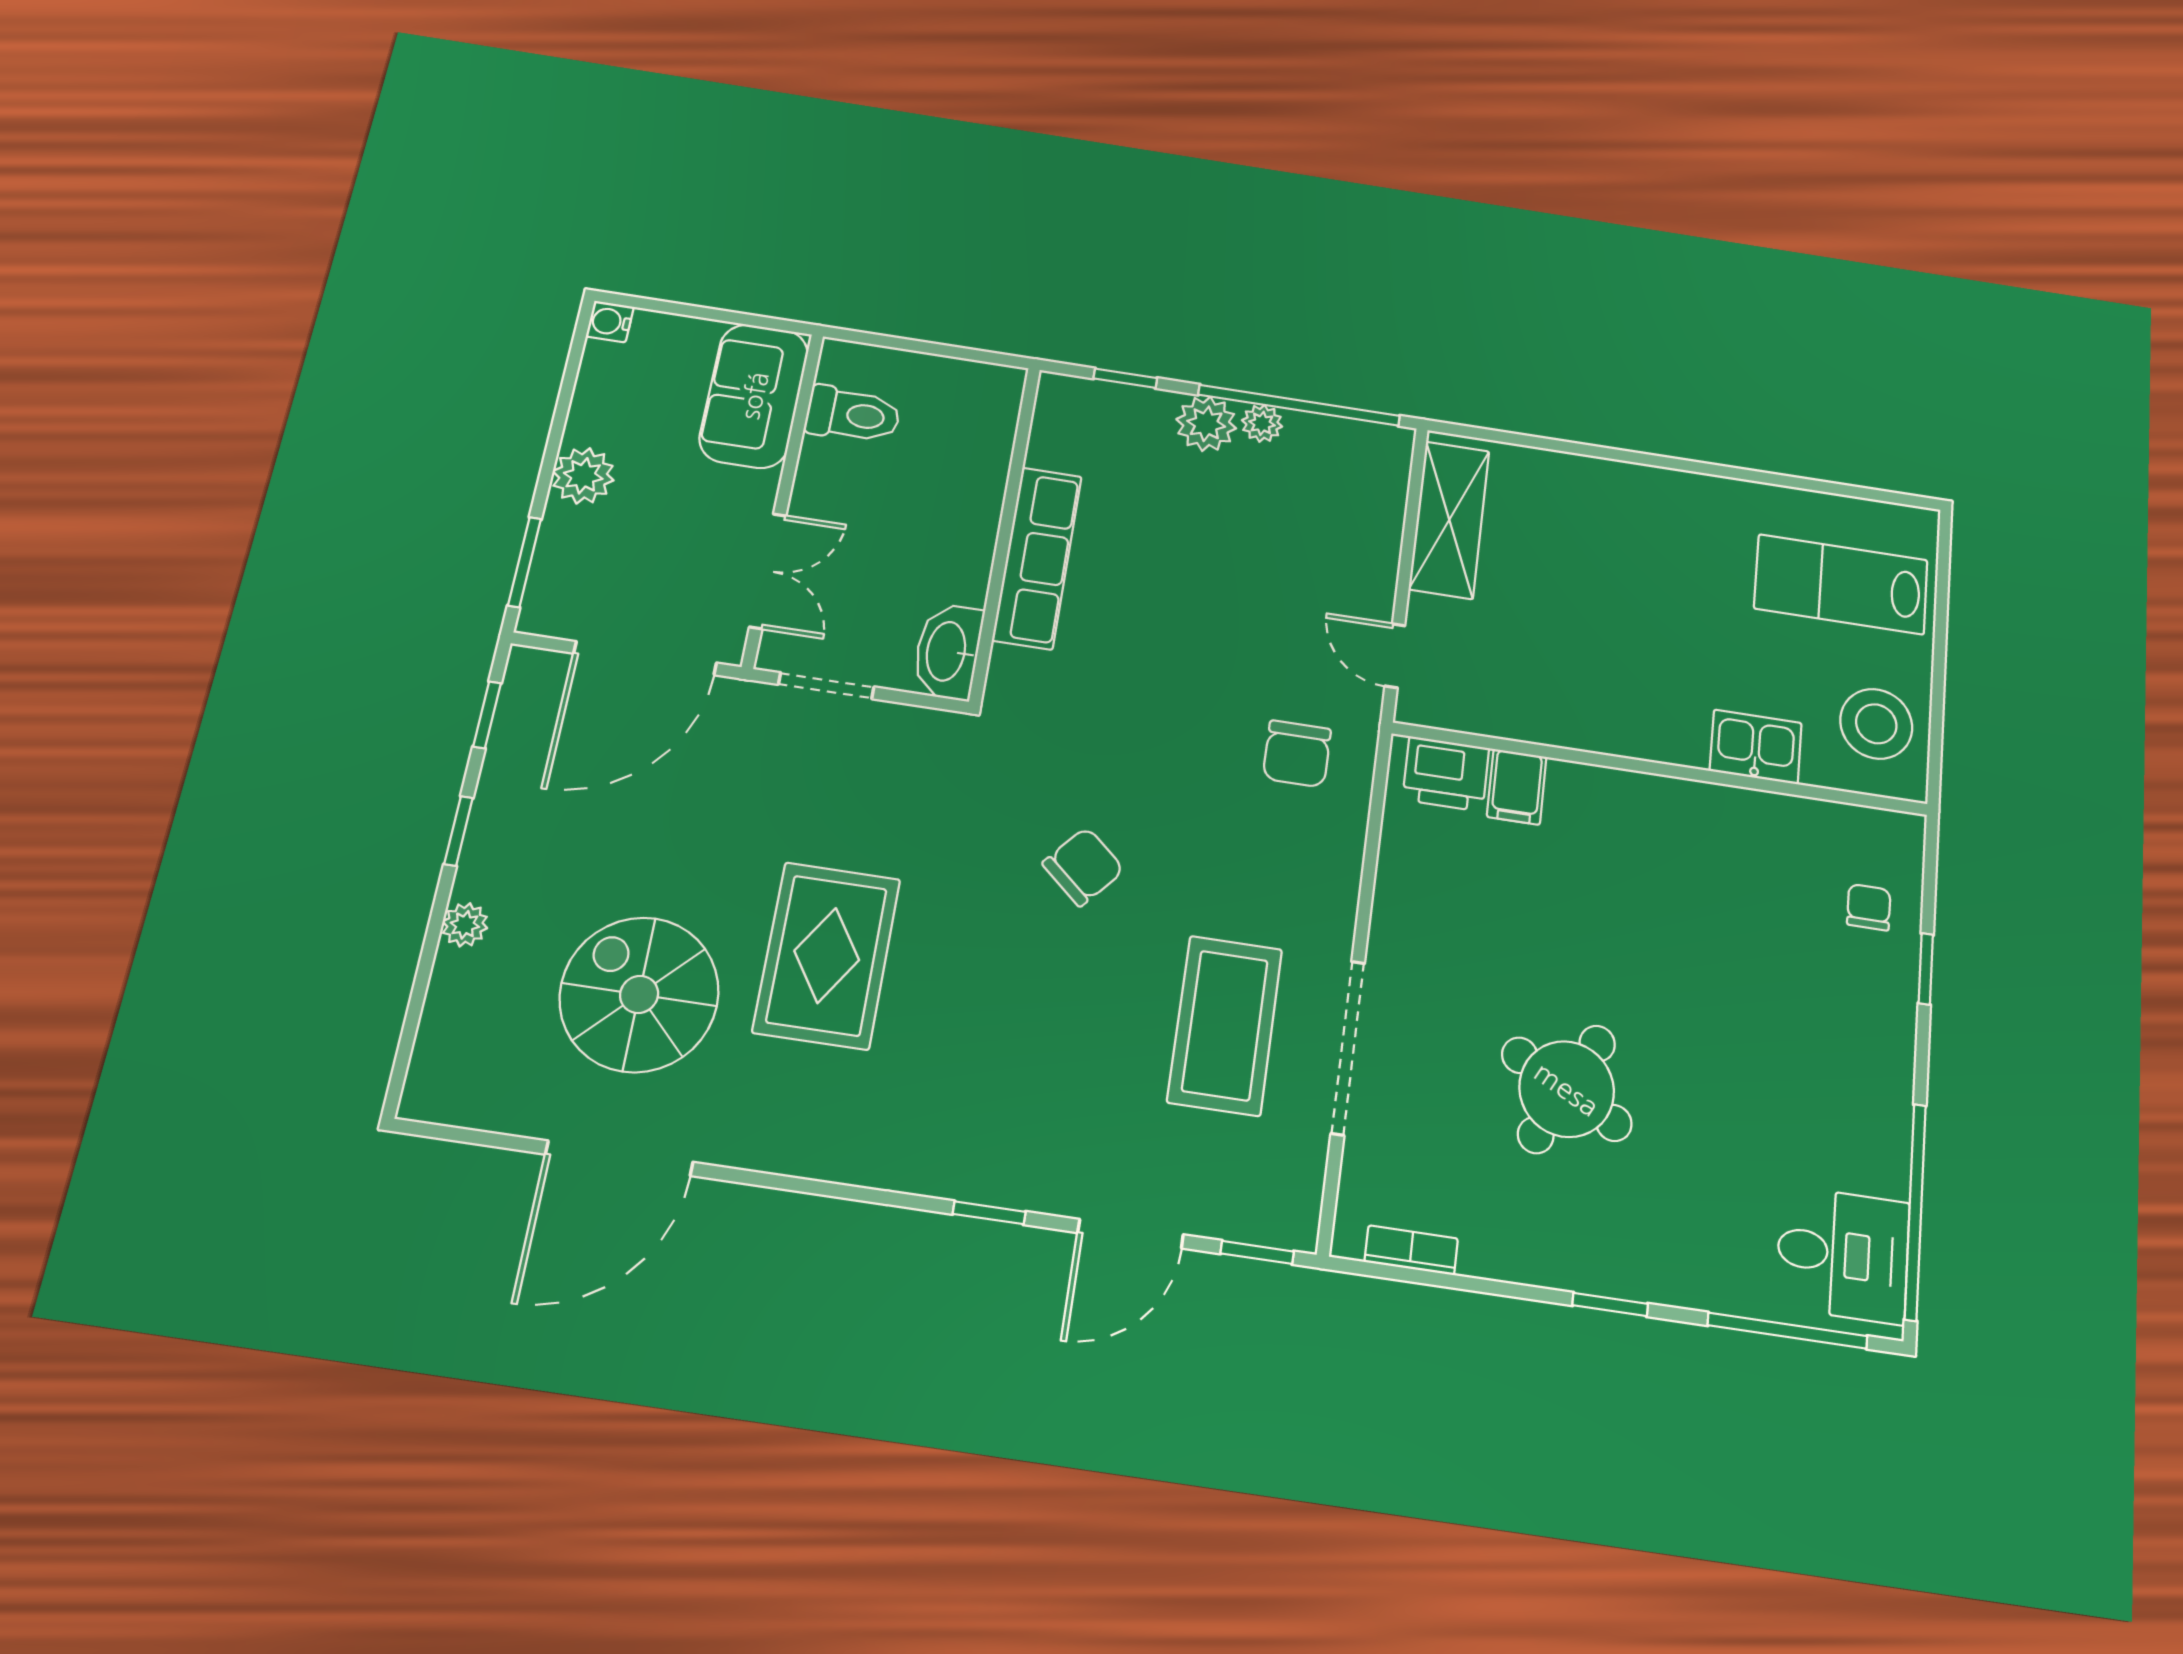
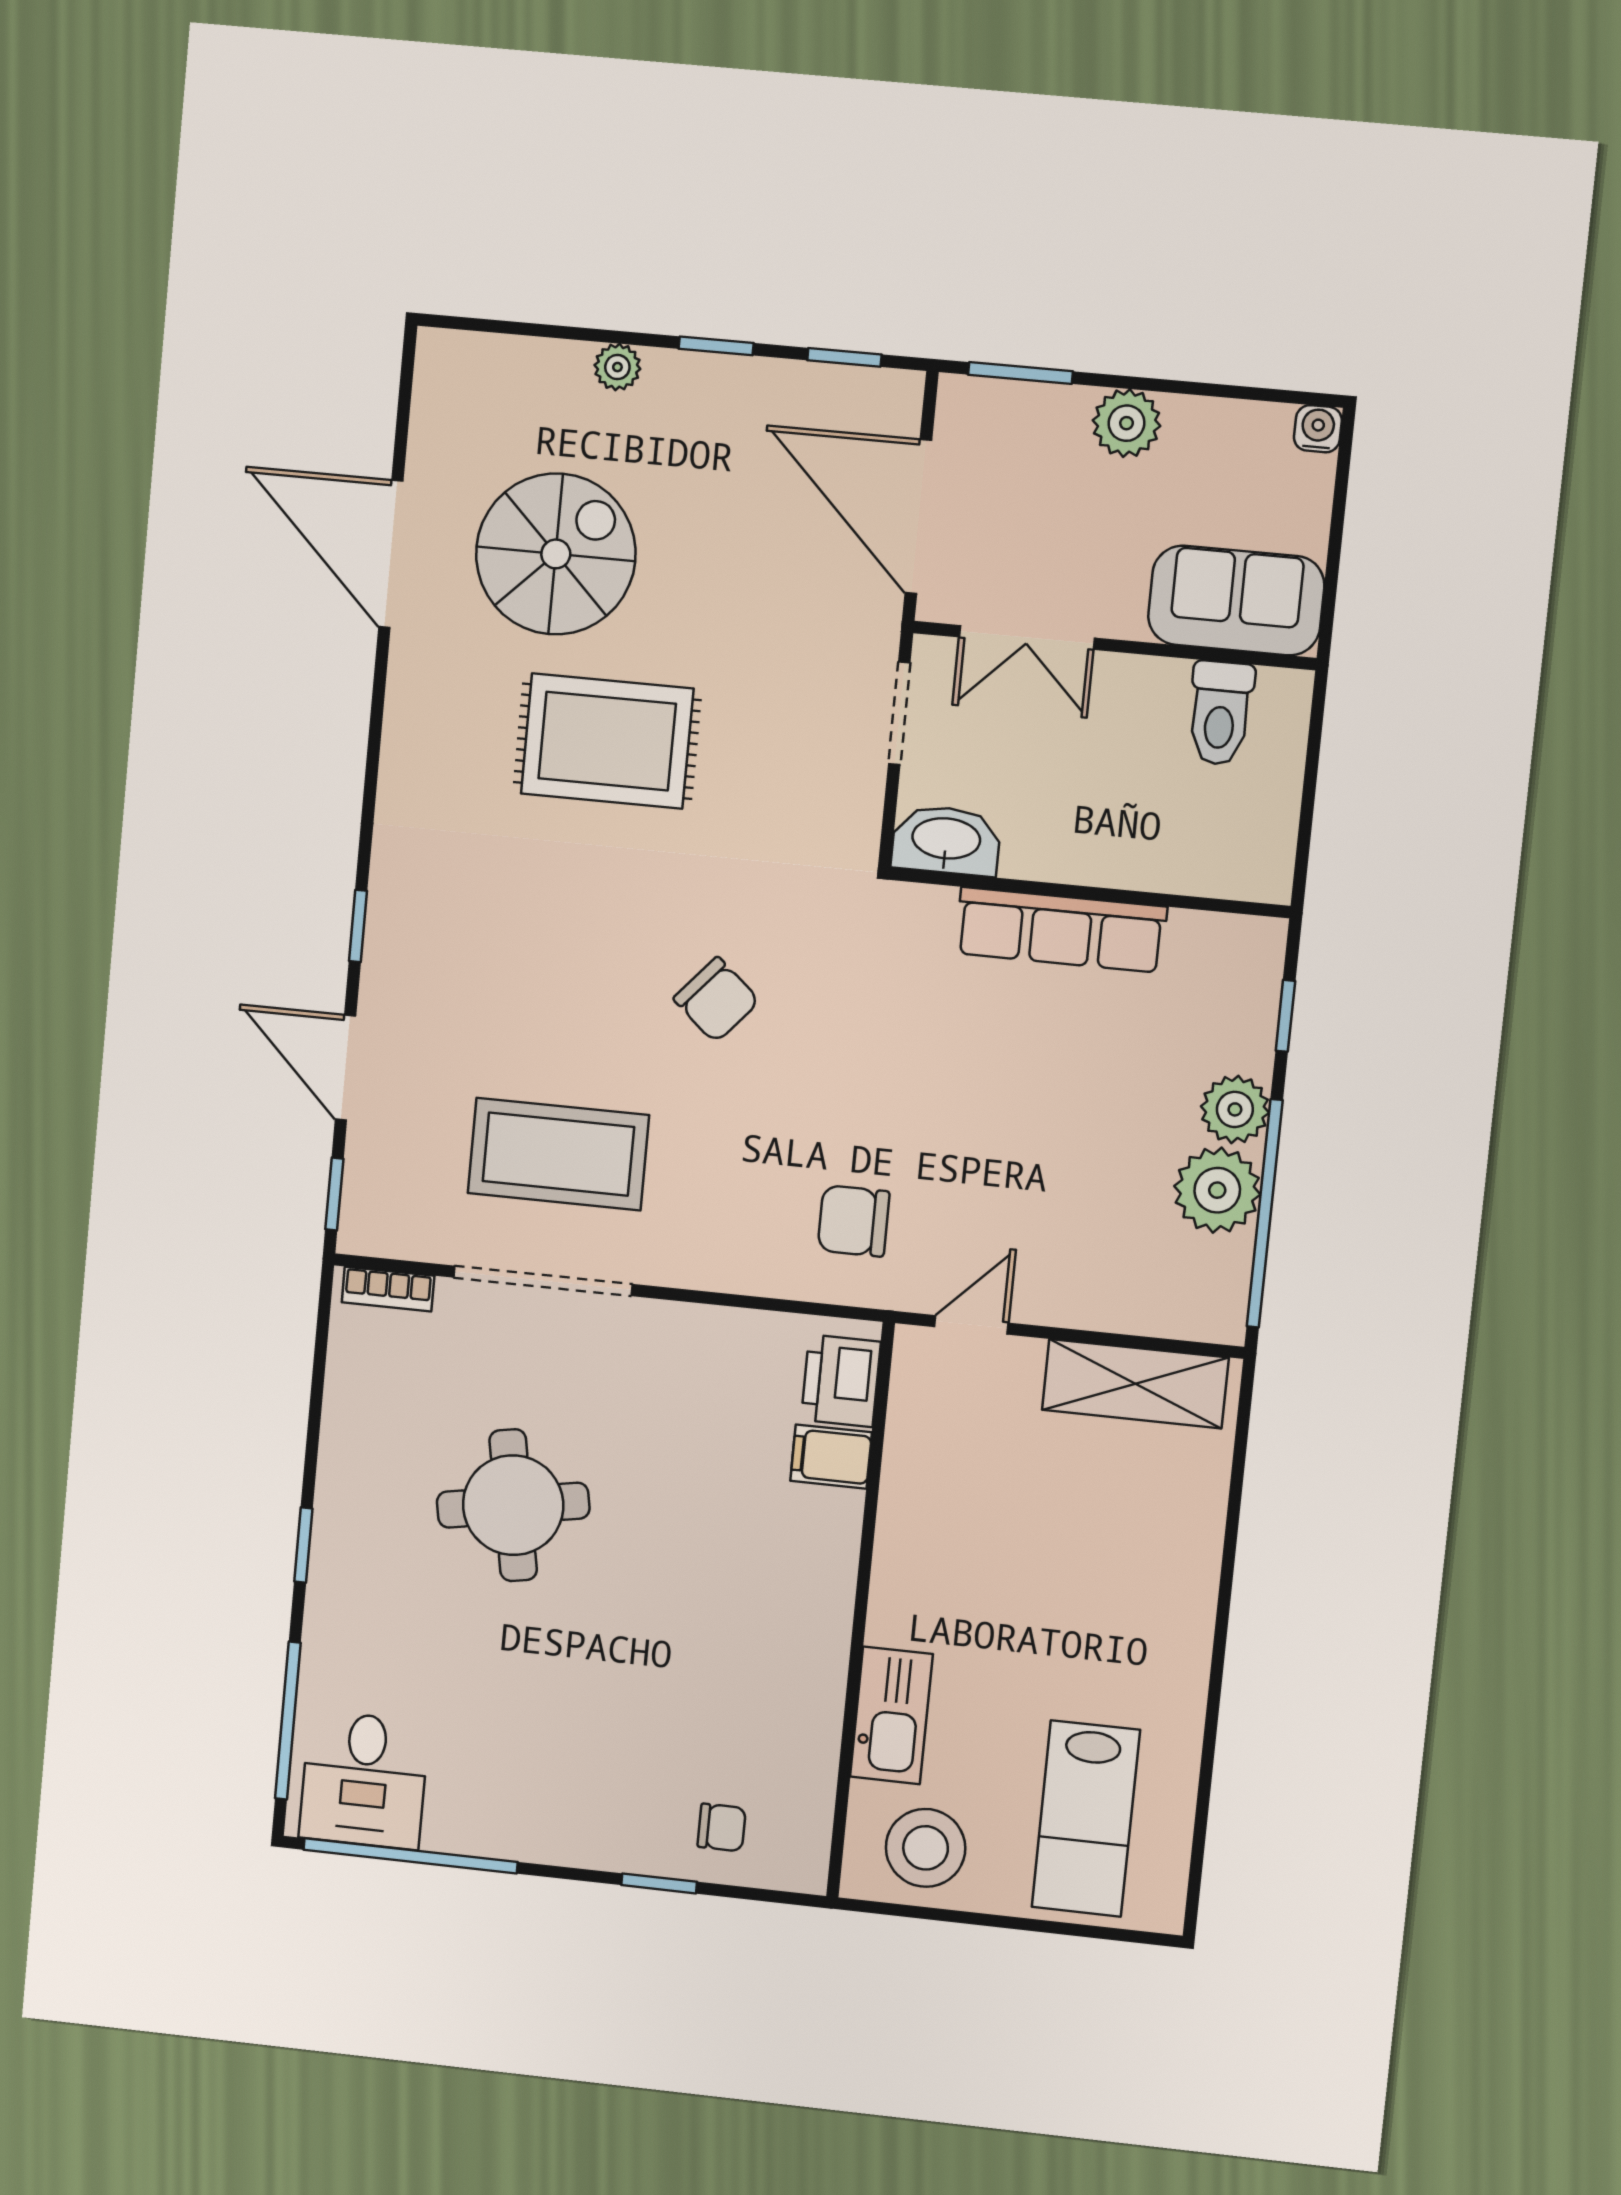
plant: (1262, 423) -> (1217, 1190), width x1.87, depth x1.87
lab bench: (1841, 584) -> (1086, 1819), turned 180
kitchen sink: (1756, 747) -> (891, 1715), width x1.38
round table: (1567, 1089) -> (513, 1505), turned -38
bookcase: (1411, 1250) -> (388, 1289), moved, turned 90

